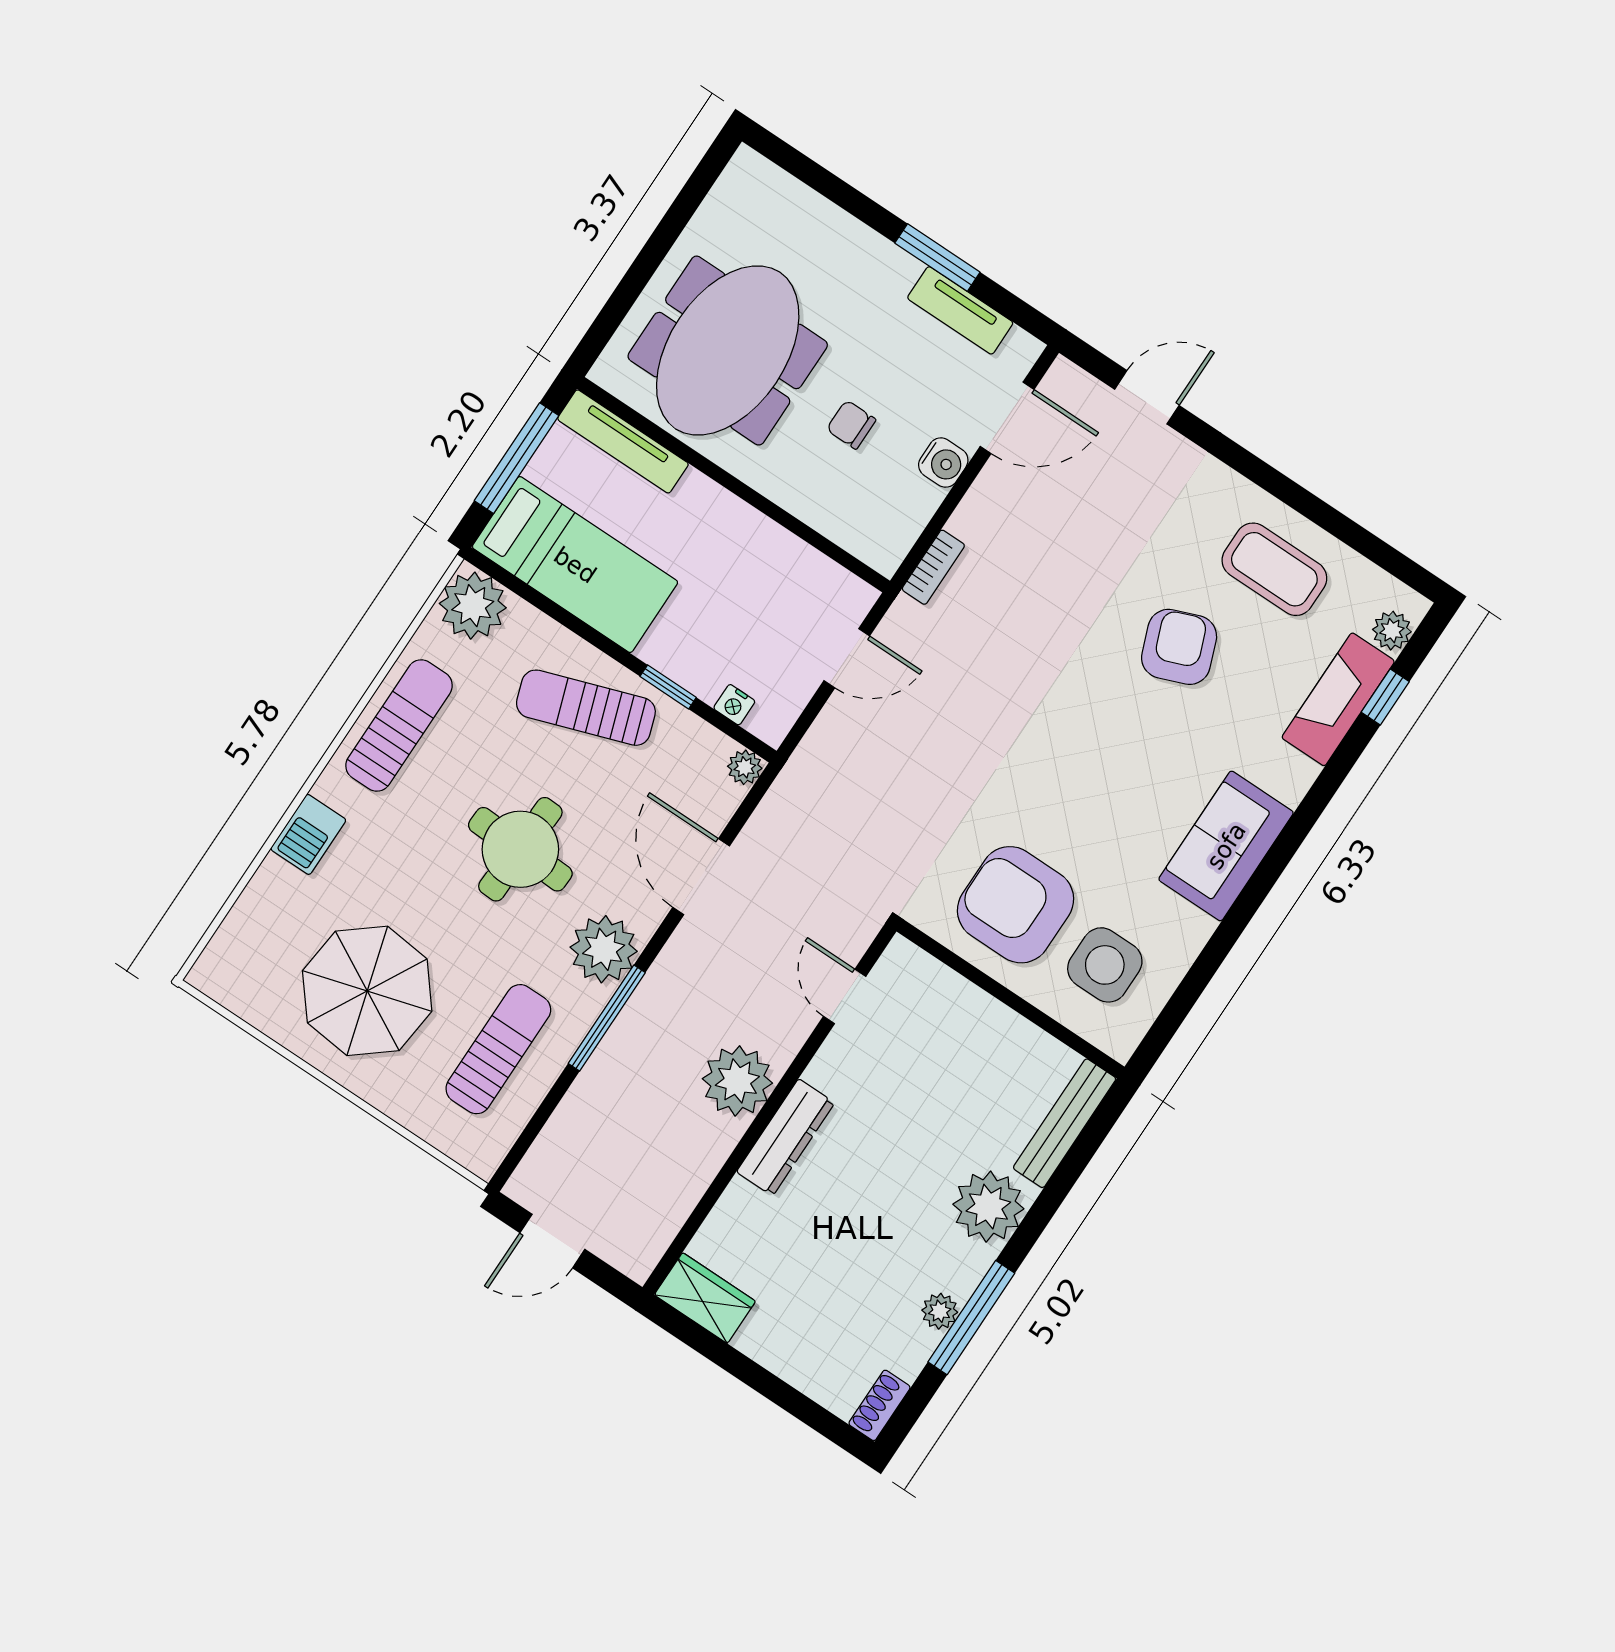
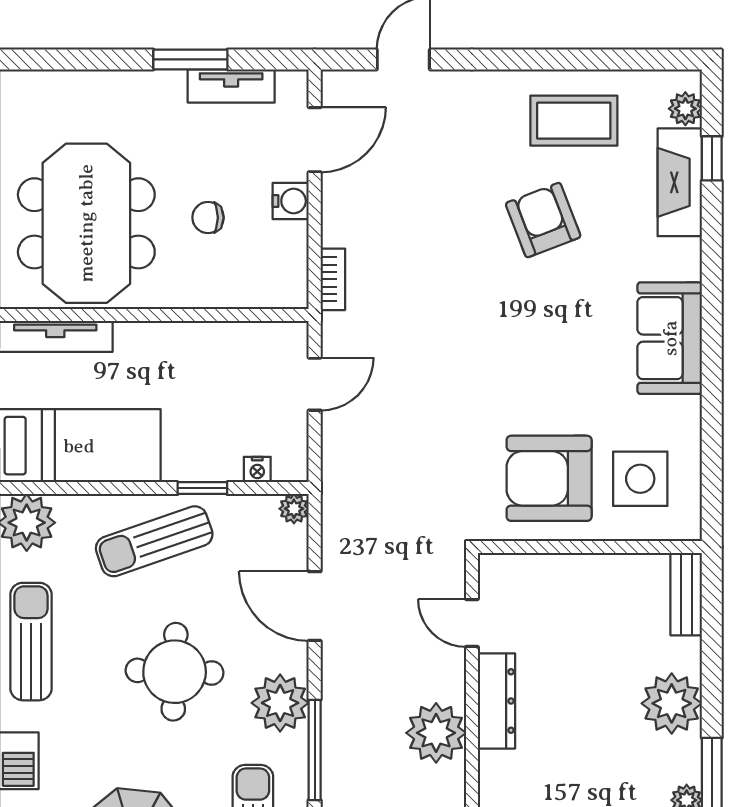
bench: (1065, 1123) -> (686, 594), width x0.73
dresser: (786, 1137) -> (496, 701), moved

